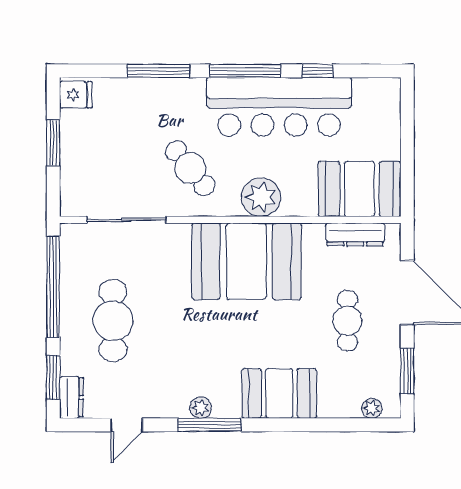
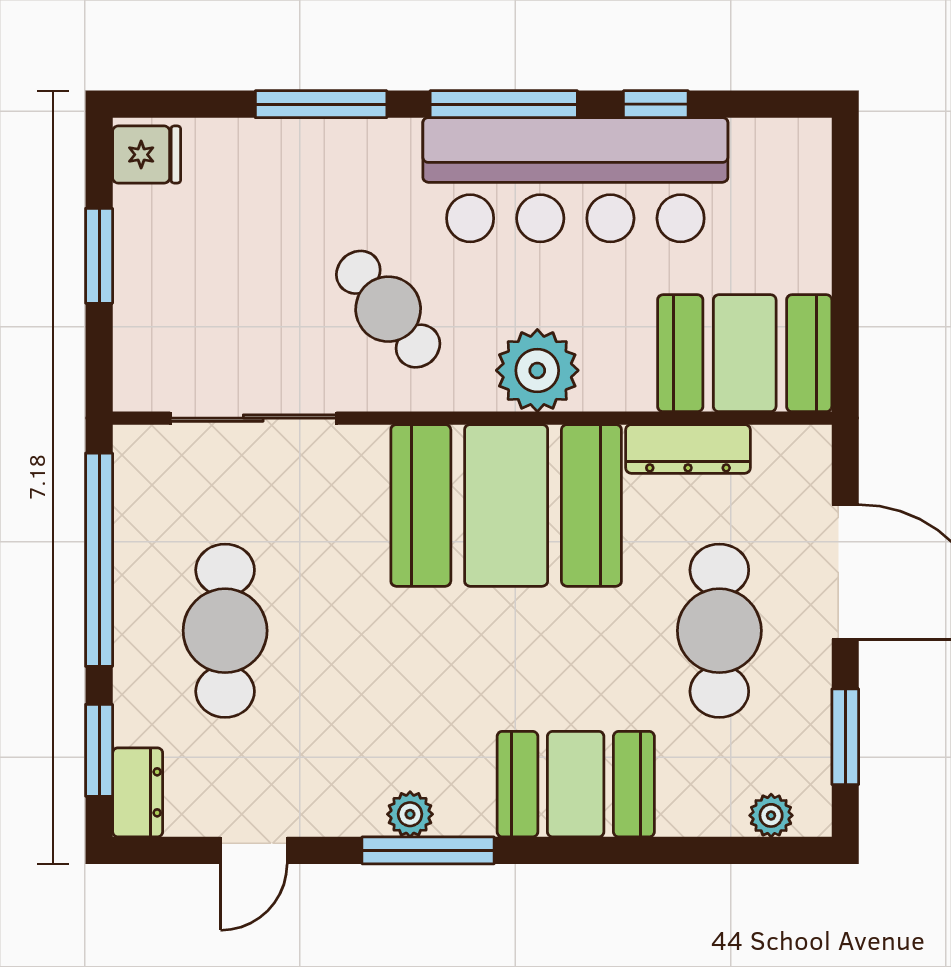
dresser: (355, 234) -> (688, 449), moved
cafe table: (347, 321) -> (719, 631), width x1.37, depth x1.35

